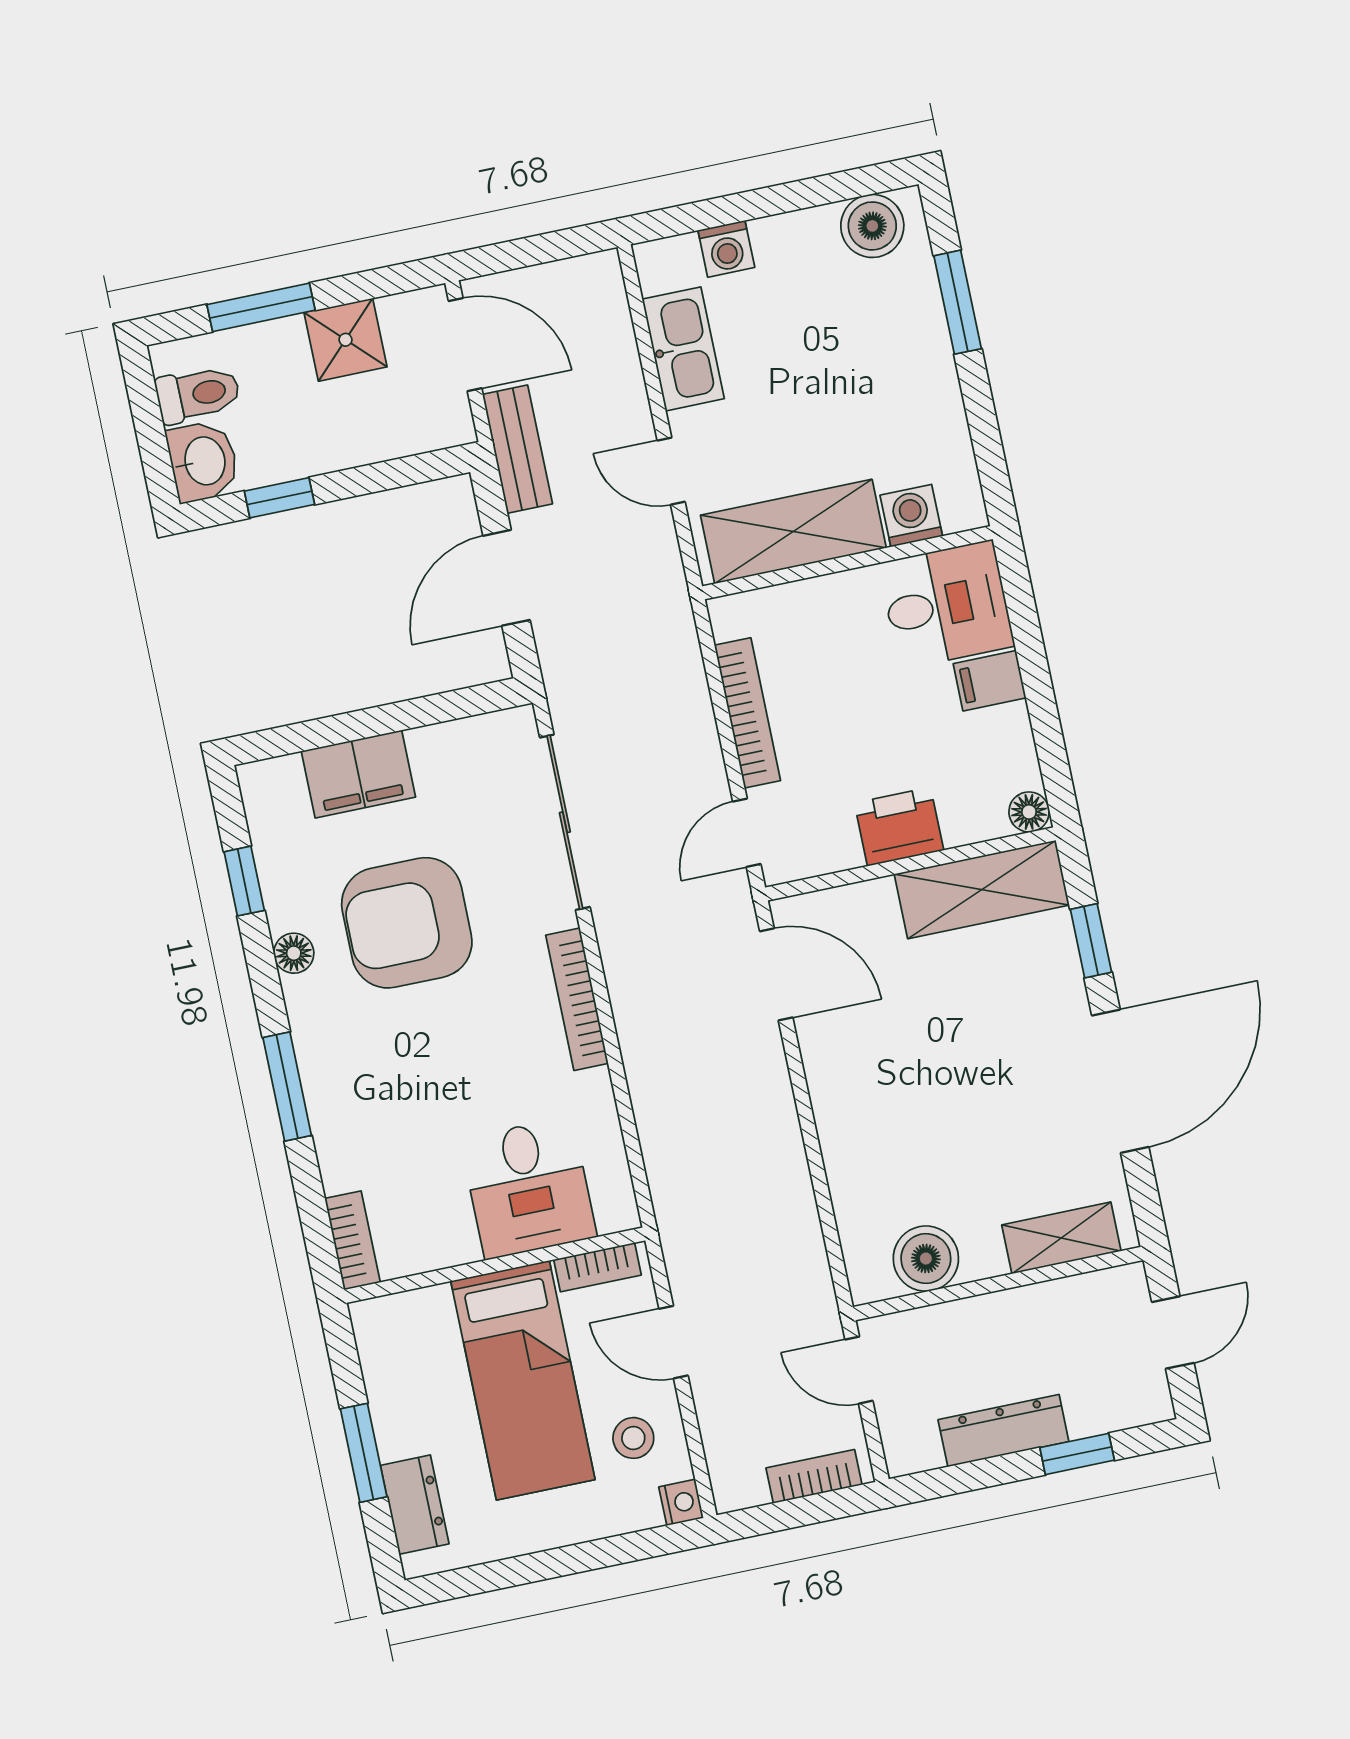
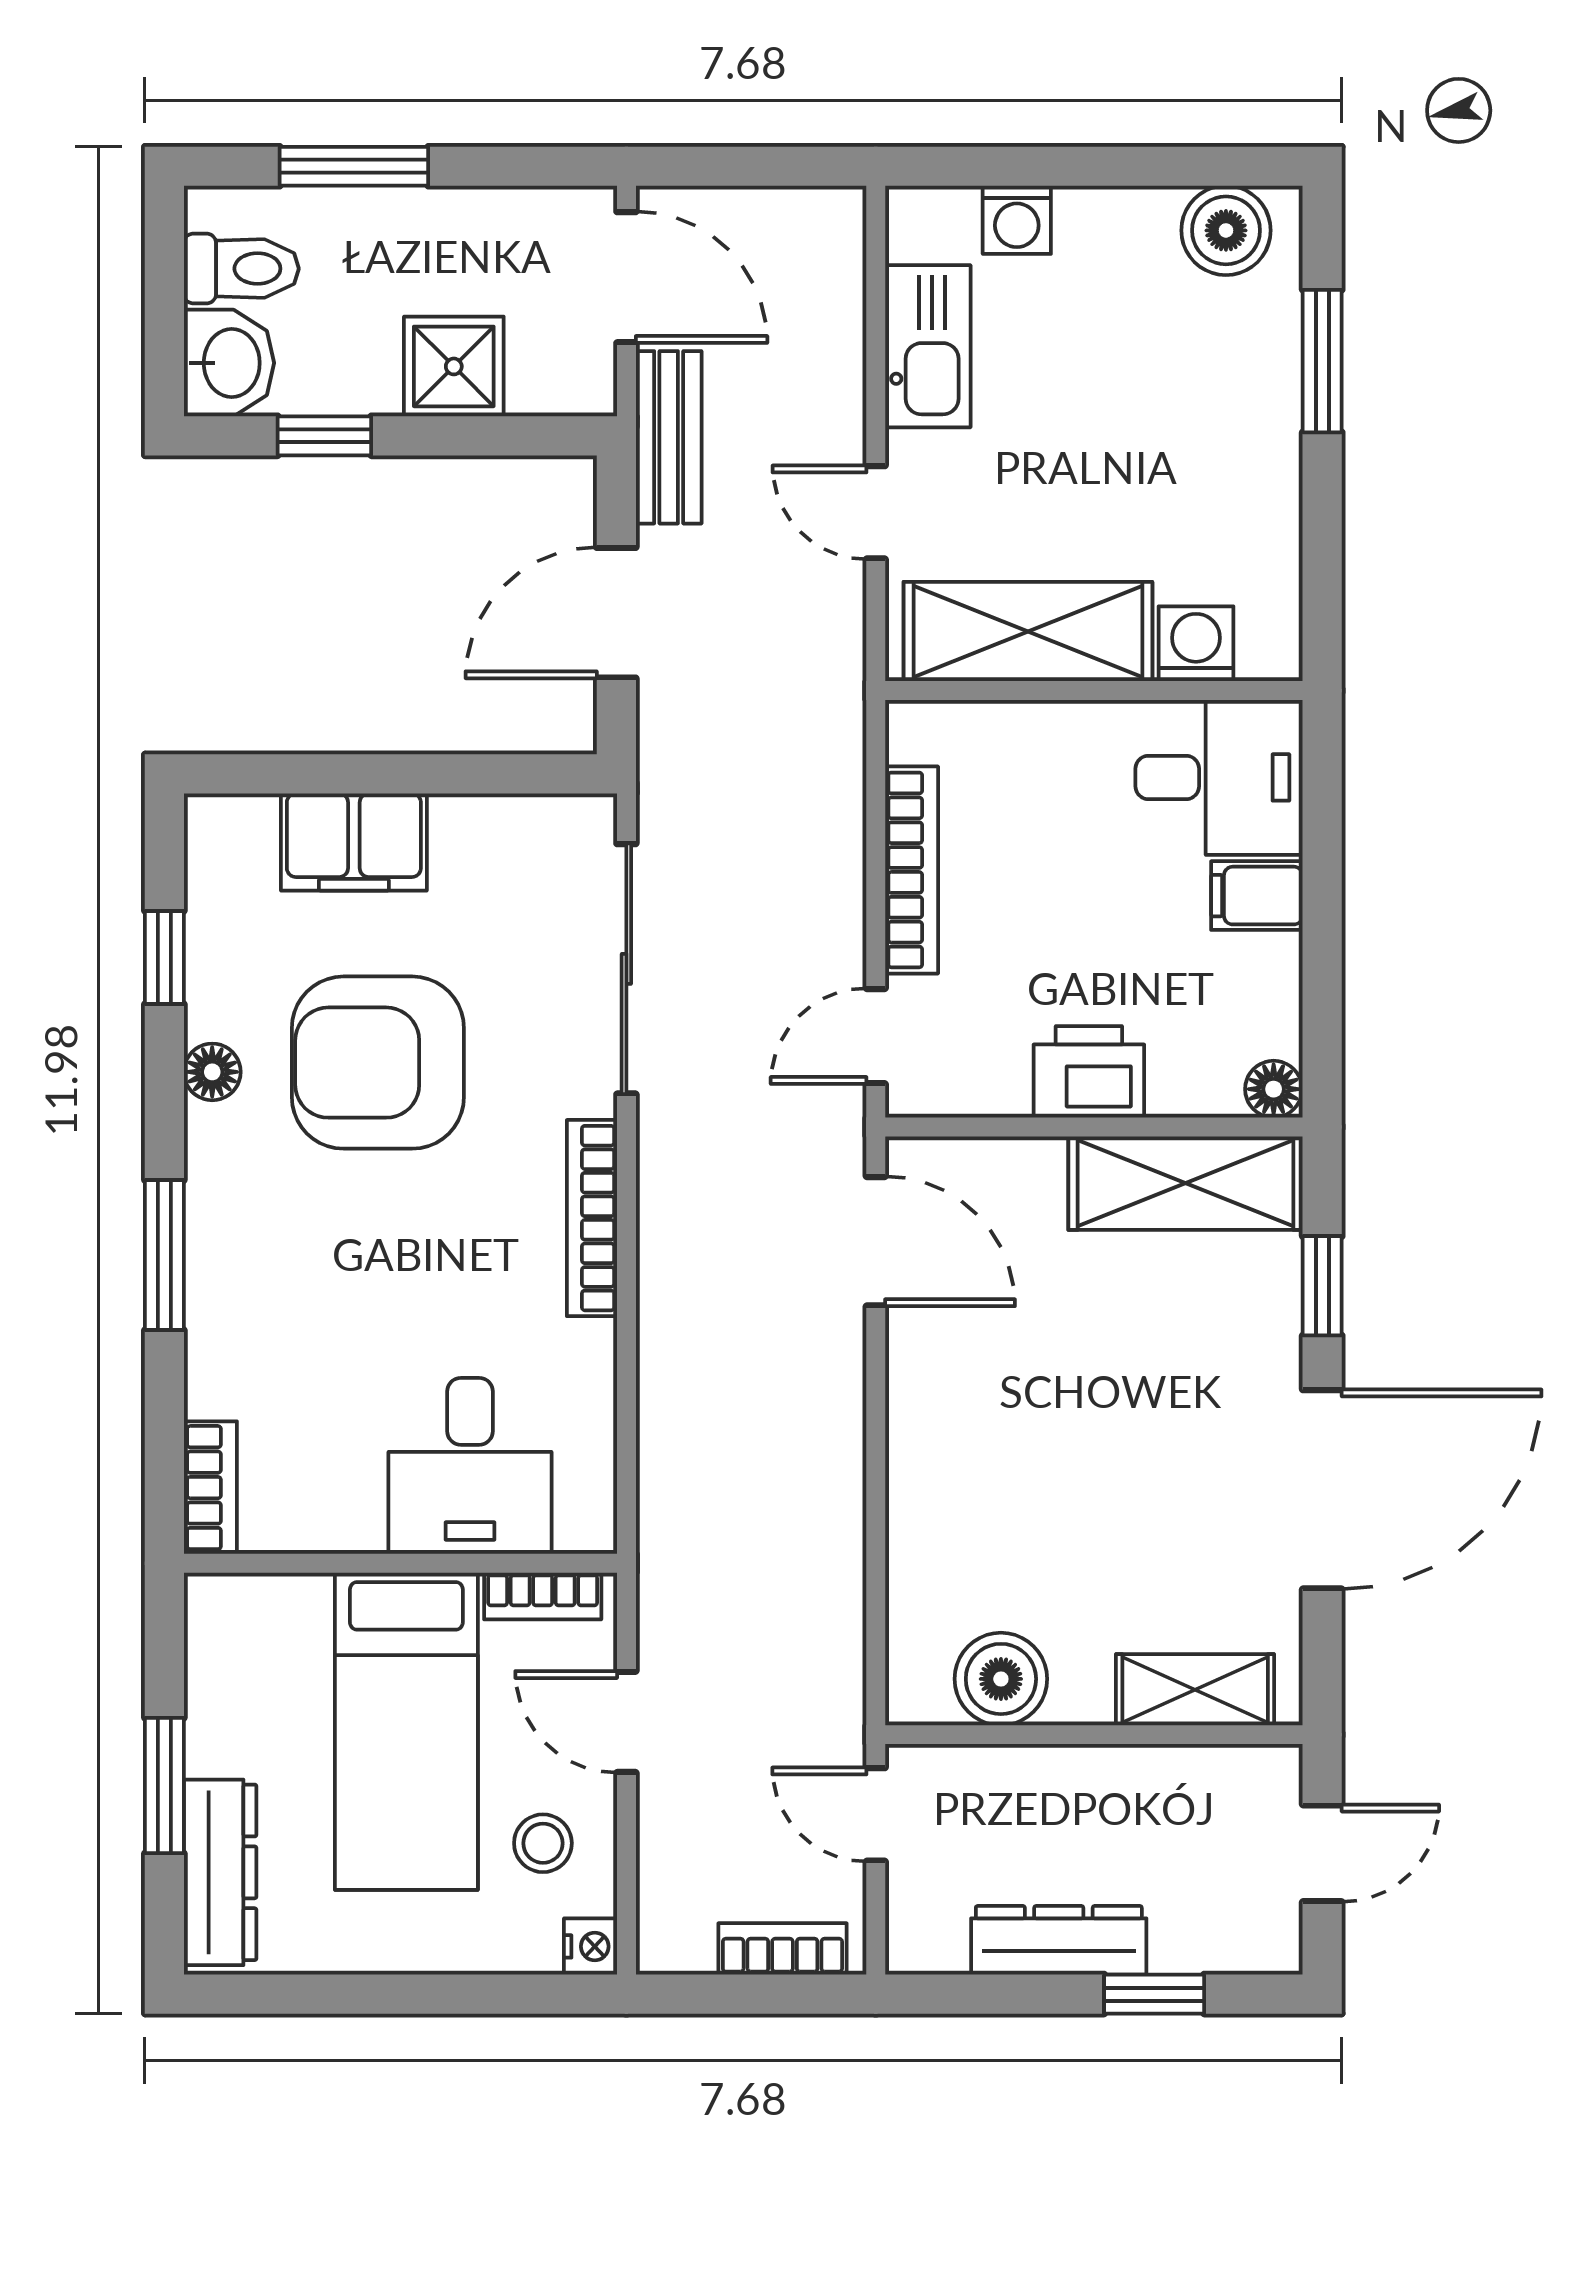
shower: (346, 340) -> (454, 366), moved
dresser: (415, 1505) -> (220, 1872), width x1.44

